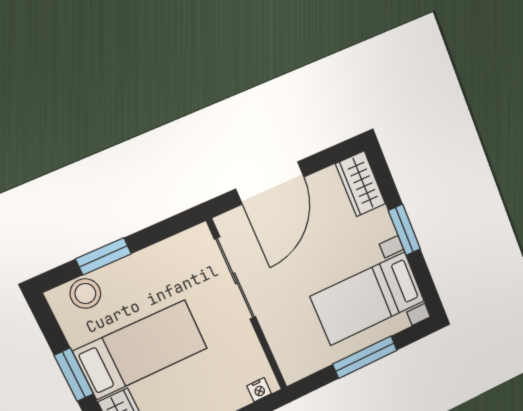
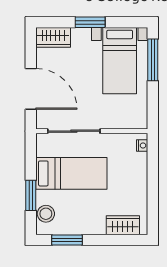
bed: (141, 350) -> (71, 173), moved, turned 90
window: (365, 357) -> (153, 60), moved
window: (74, 375) -> (67, 240), moved

